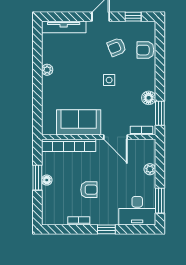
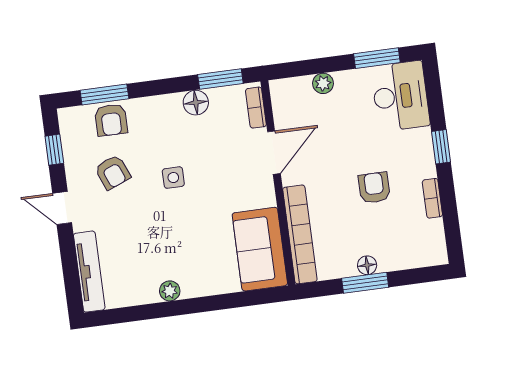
window: (160, 48) -> (104, 94), added
sofa: (79, 122) -> (260, 249), moved

